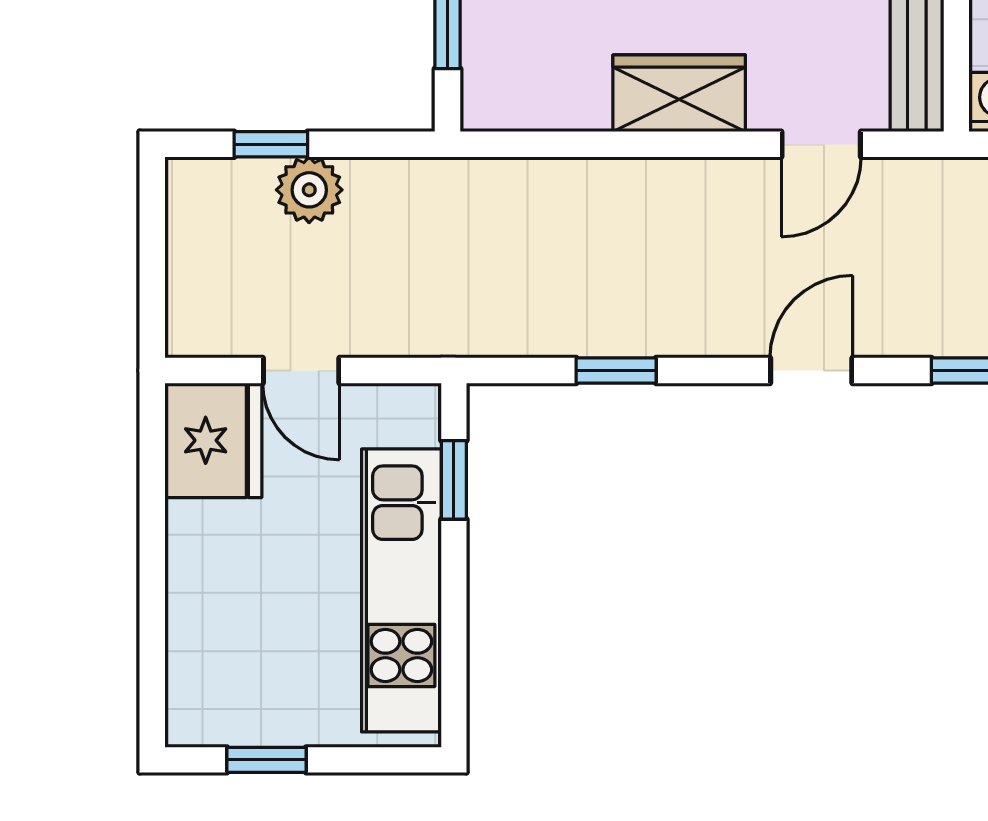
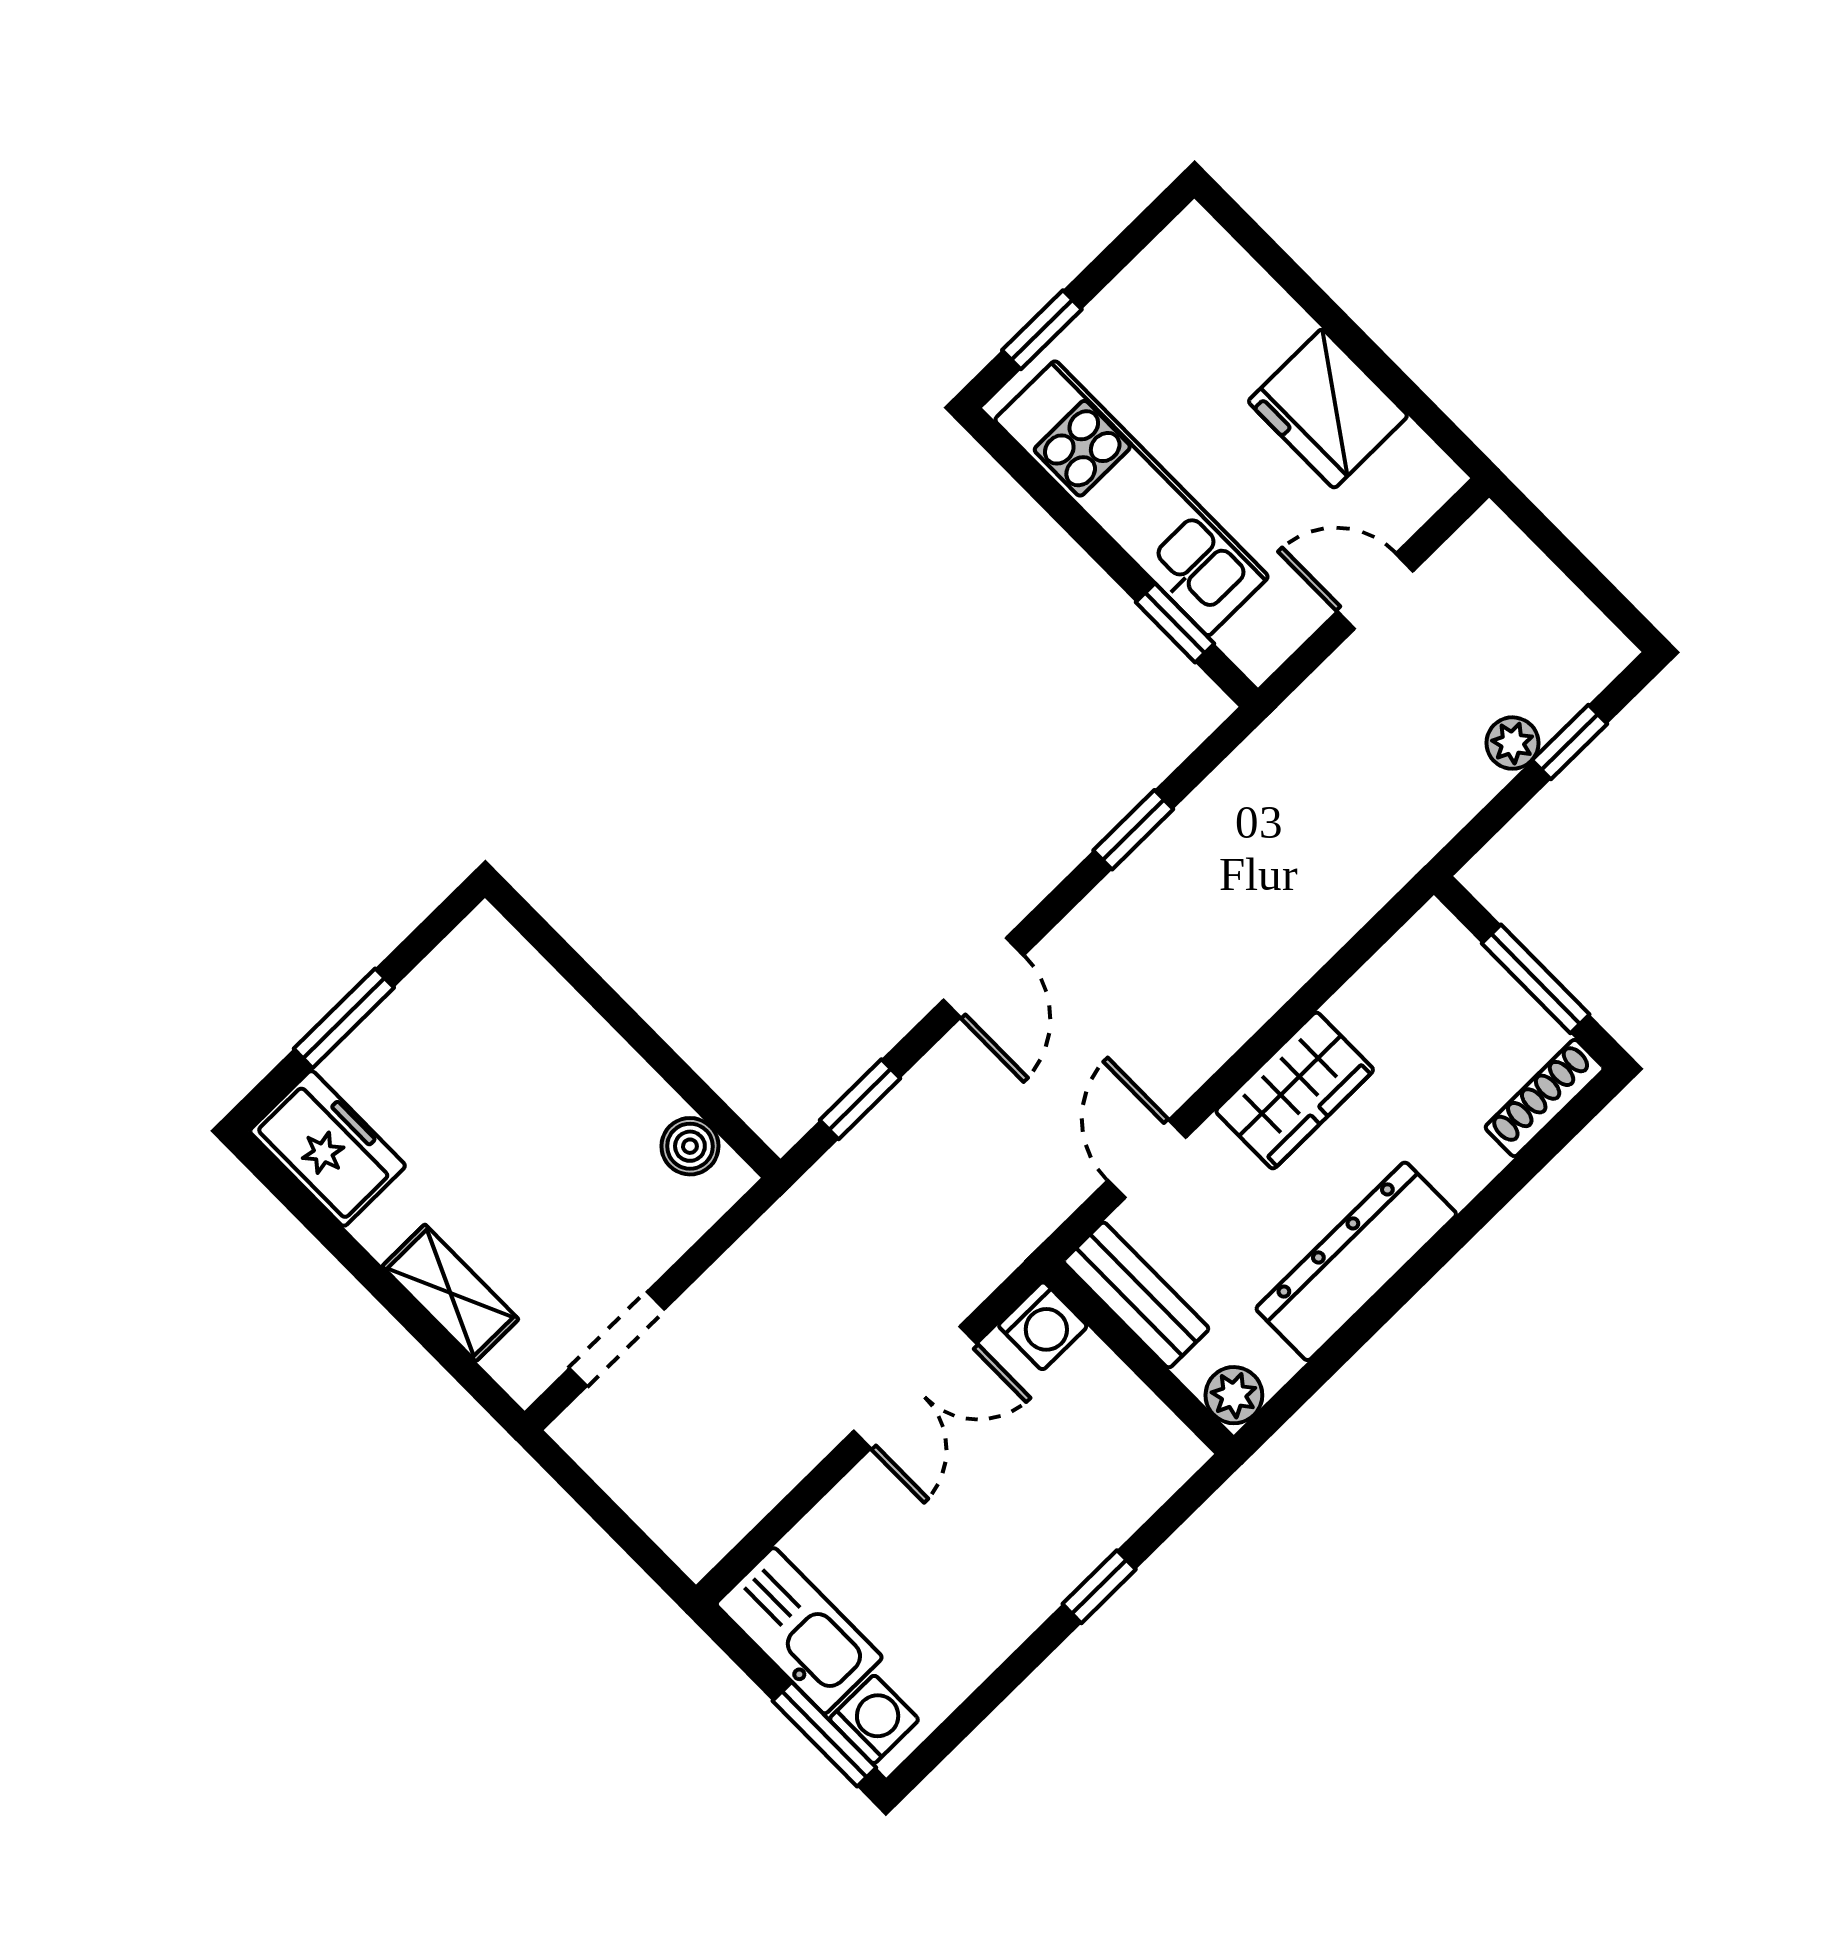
plant: (309, 190) -> (1513, 743), width x0.73, depth x0.73
fridge: (213, 440) -> (1328, 409), moved
window: (267, 760) -> (1042, 330), moved

